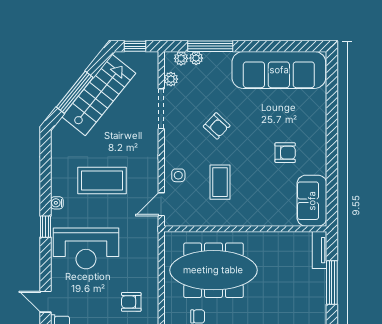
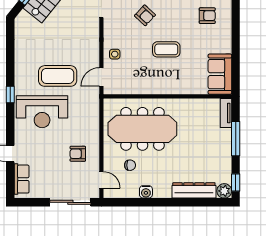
armchair: (285, 153) -> (207, 16), moved
coffee table: (102, 181) -> (58, 76), moved
coffee table: (220, 182) -> (166, 49), moved, turned 90
water cooler: (57, 203) -> (19, 76), removed

